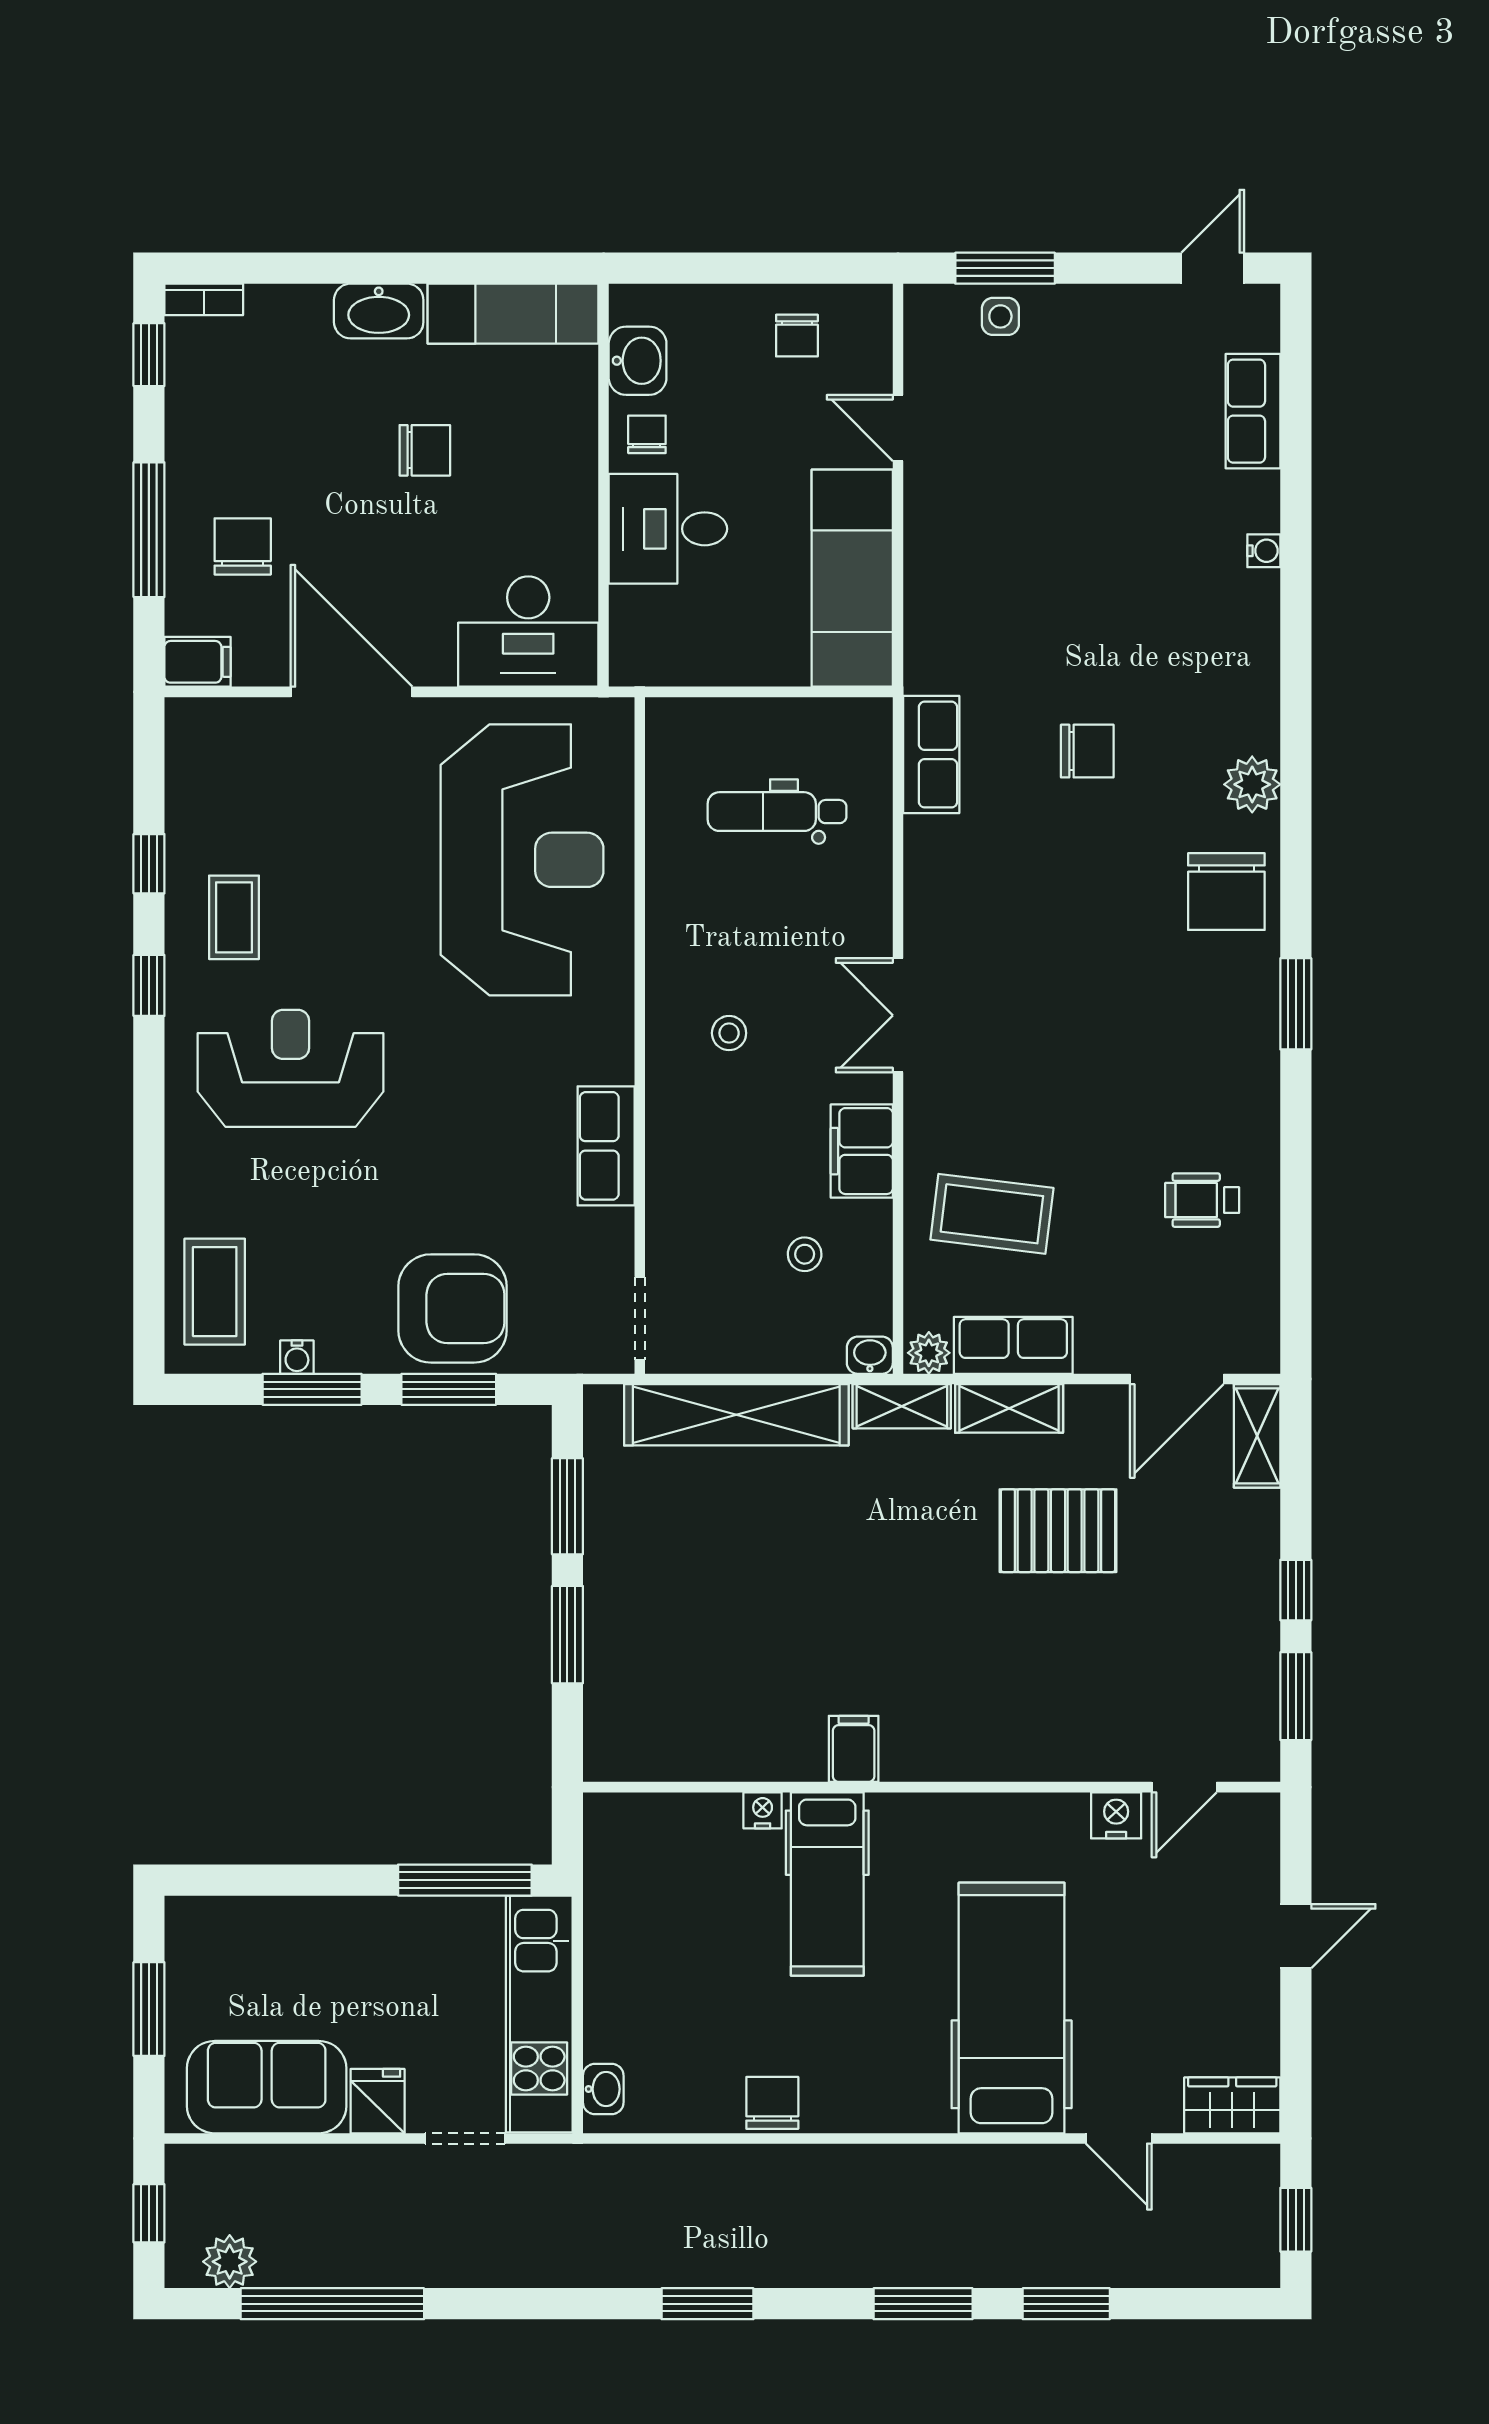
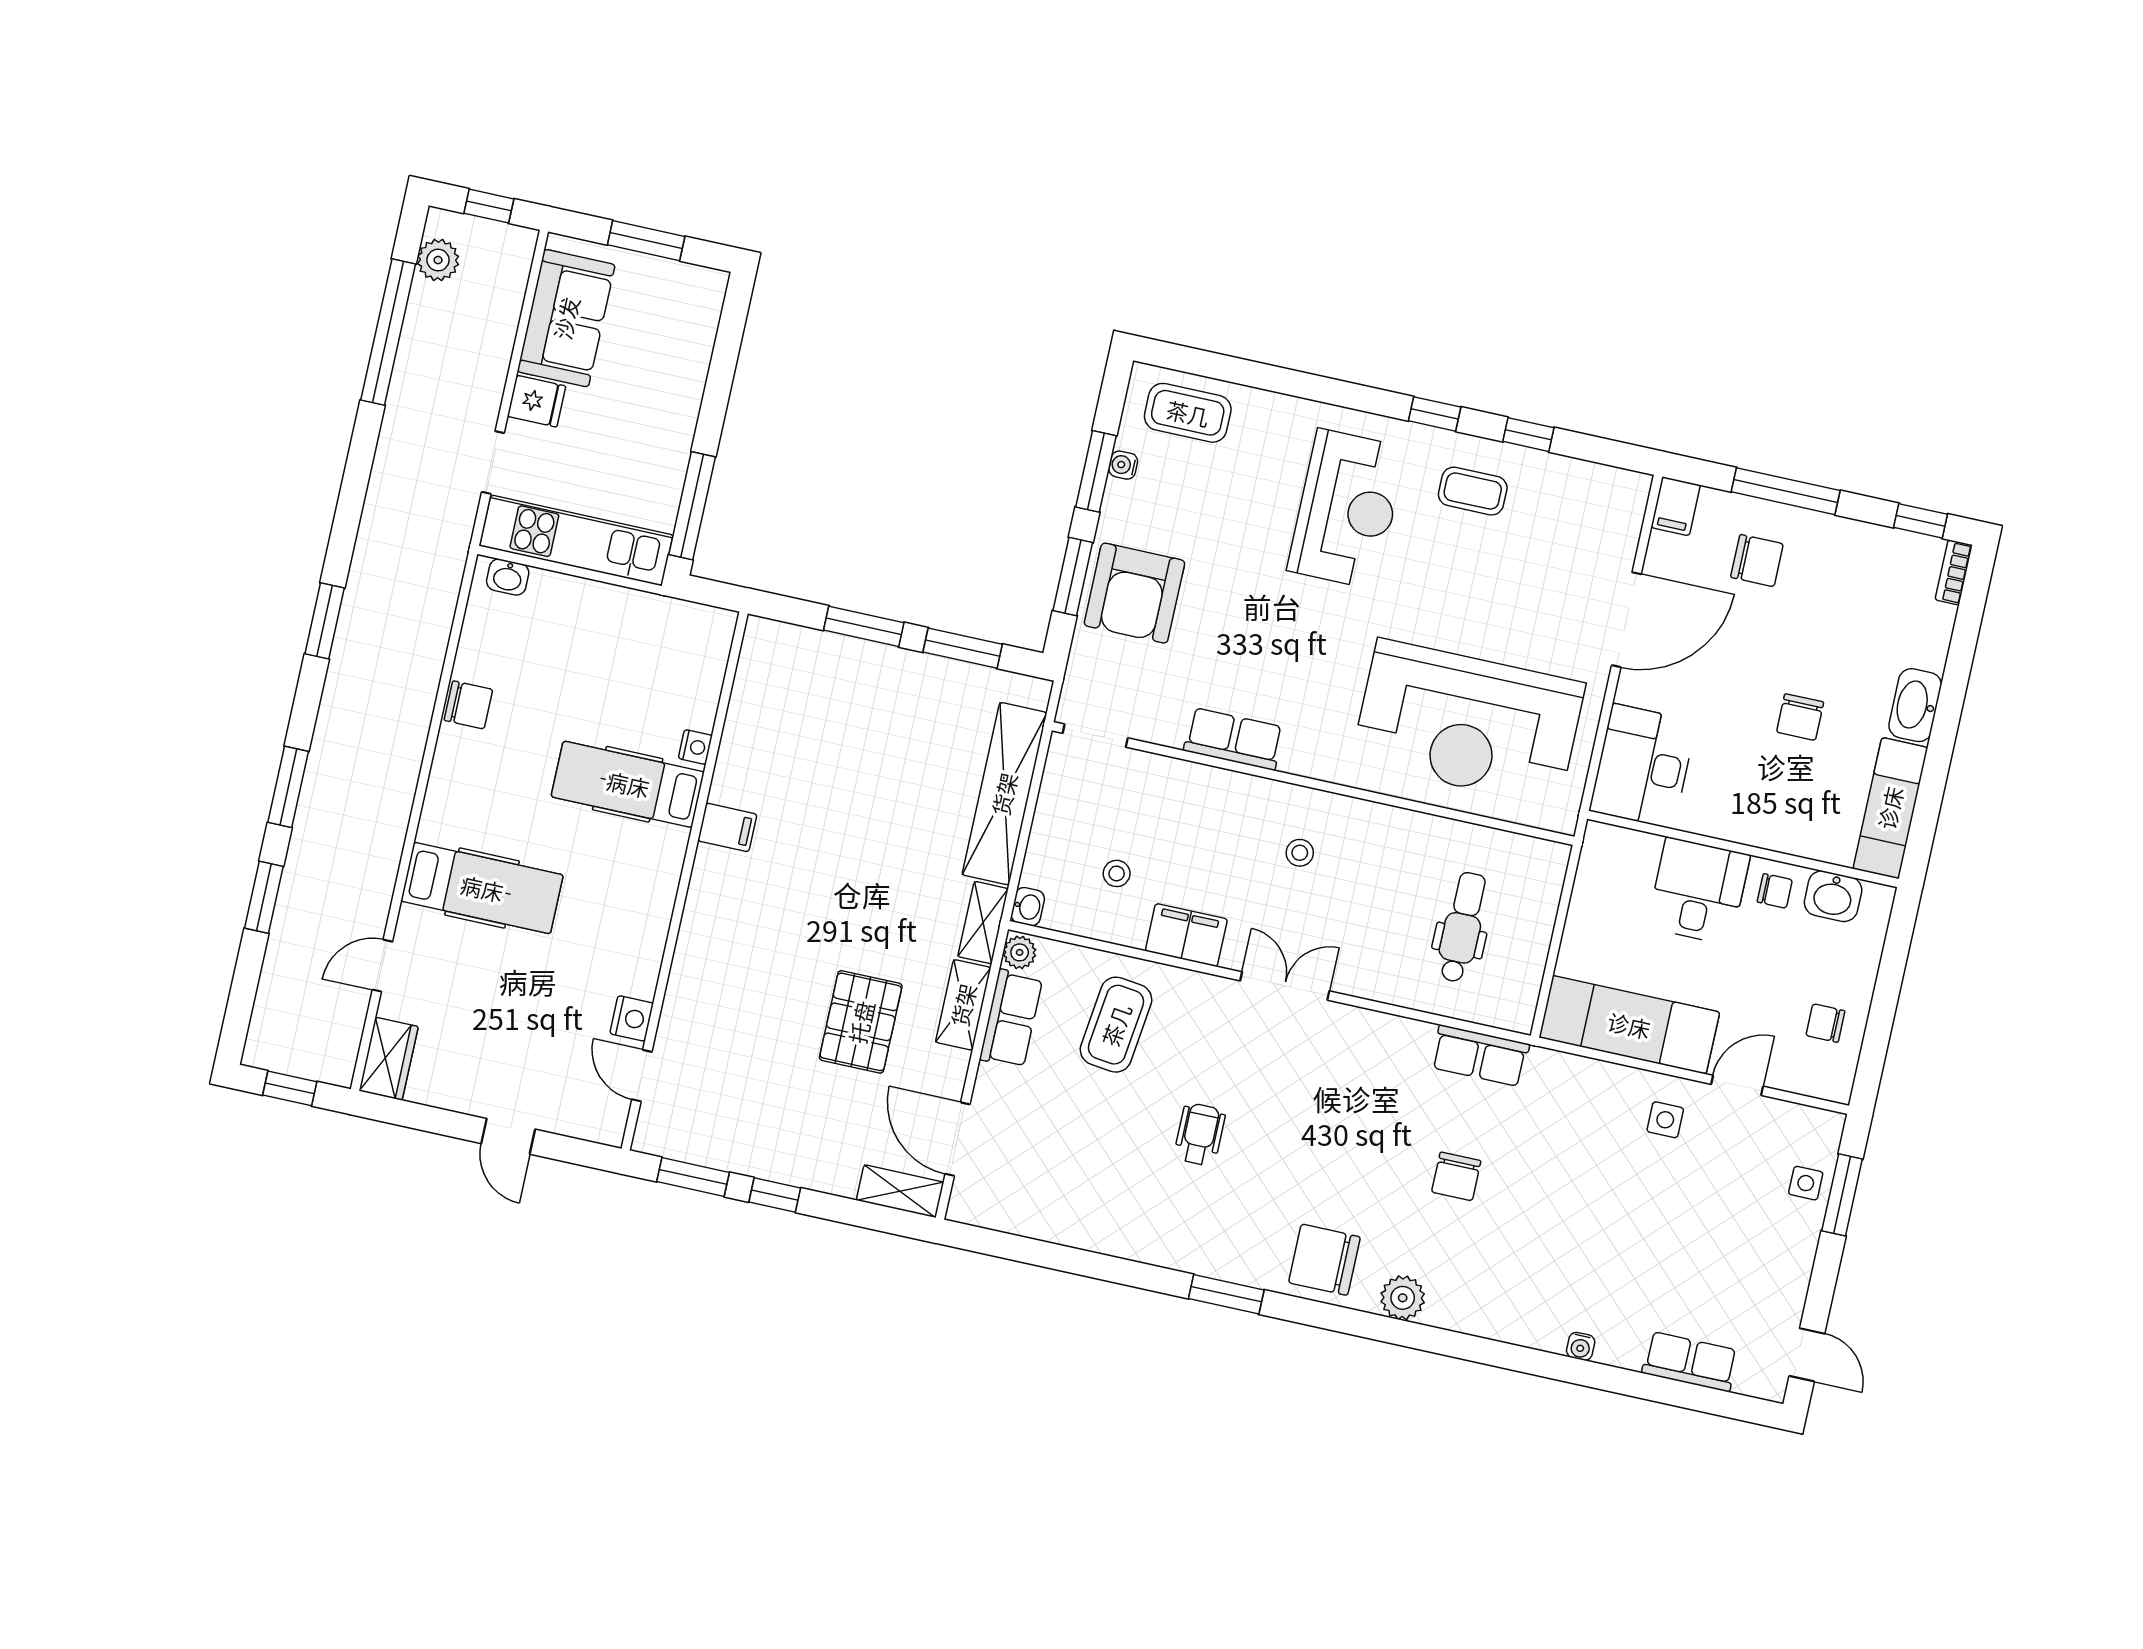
side table: (960, 508) -> (1665, 1120), added
wheelchair: (1202, 1200) -> (1200, 1134), moved
hospital bed: (1012, 2008) -> (482, 888), width x0.73, depth x0.78

